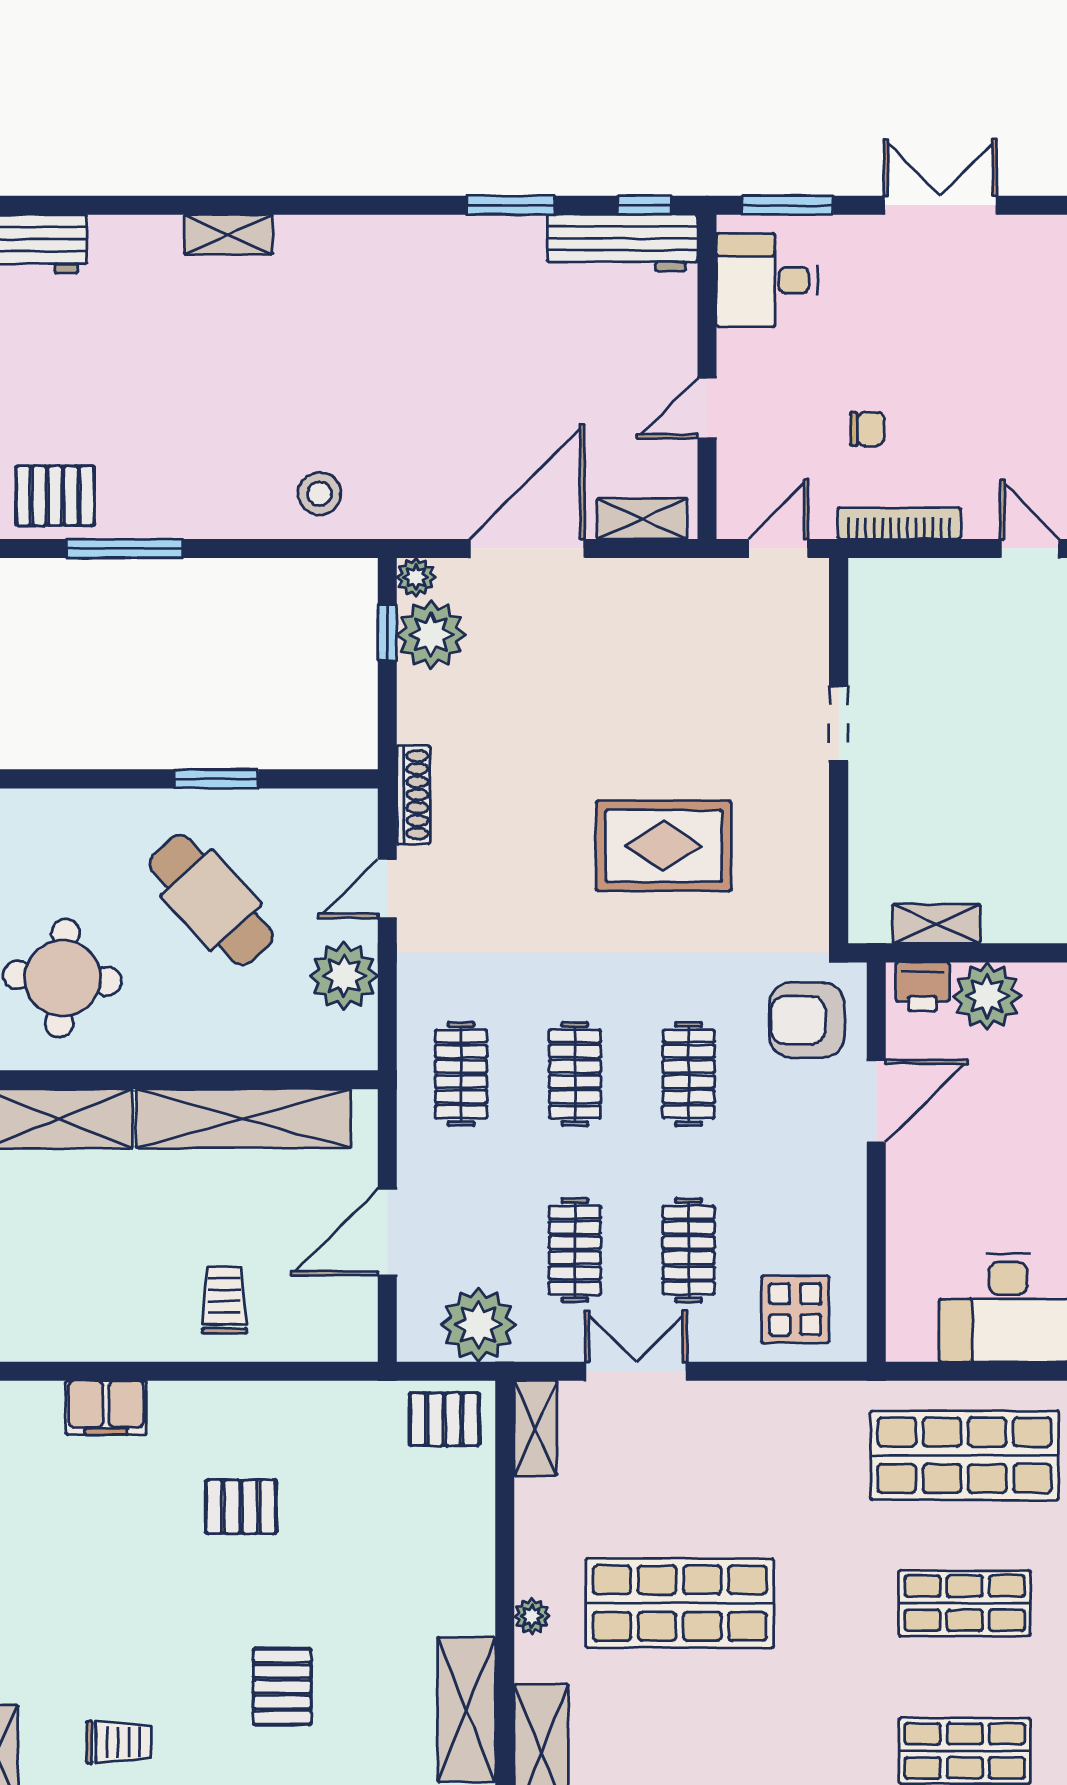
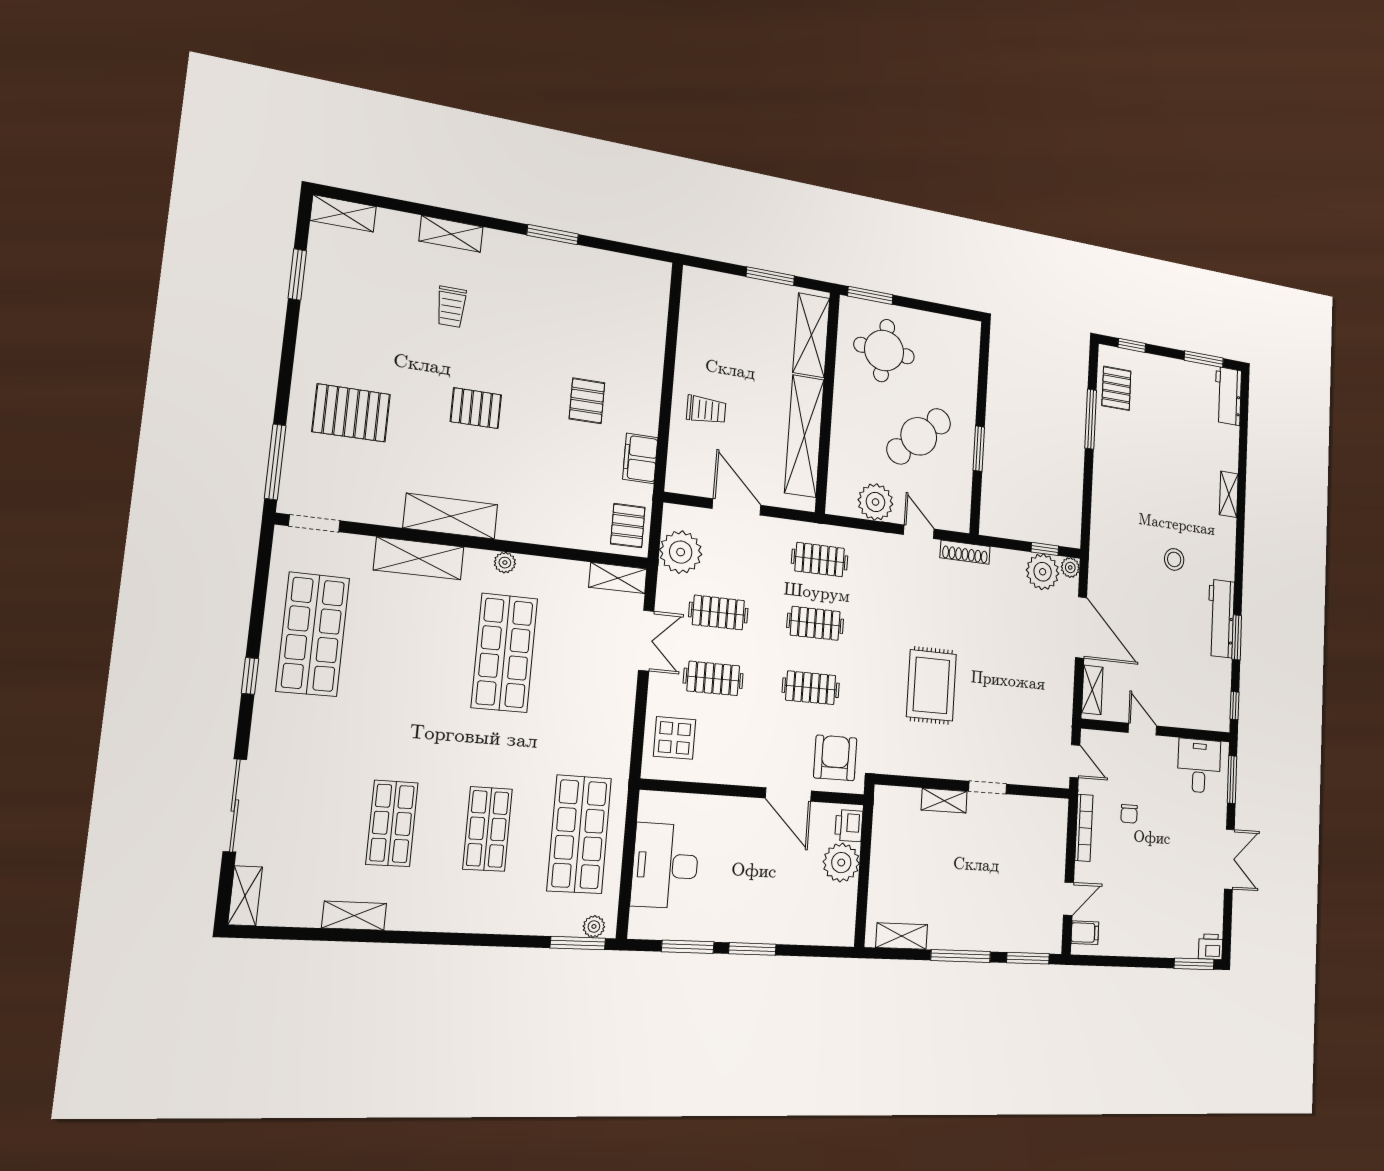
workbench: (622, 243) -> (1221, 619), moved
stool: (320, 494) -> (1174, 559), moved
shelving: (936, 924) -> (944, 801), moved, turned 90
filing cabinet: (106, 1408) -> (640, 458), moved

